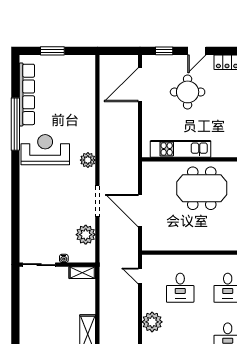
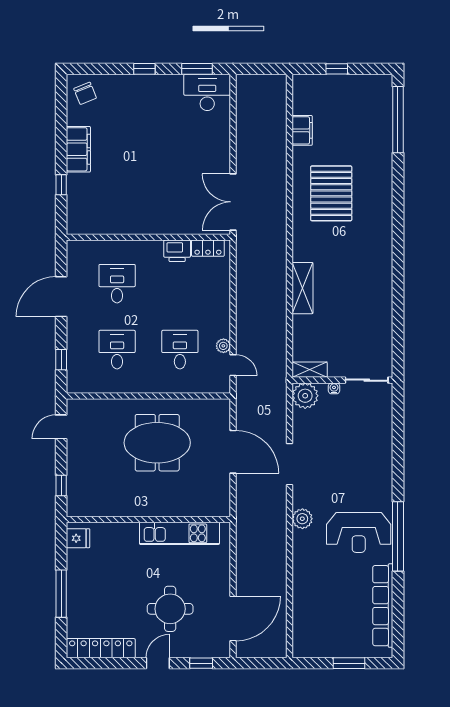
window: (15, 124) -> (398, 536), moved
meeting table: (202, 188) -> (157, 443), moved
plant: (86, 235) -> (305, 396), moved
plant: (152, 322) -> (223, 346), moved, width x0.53, depth x0.53

